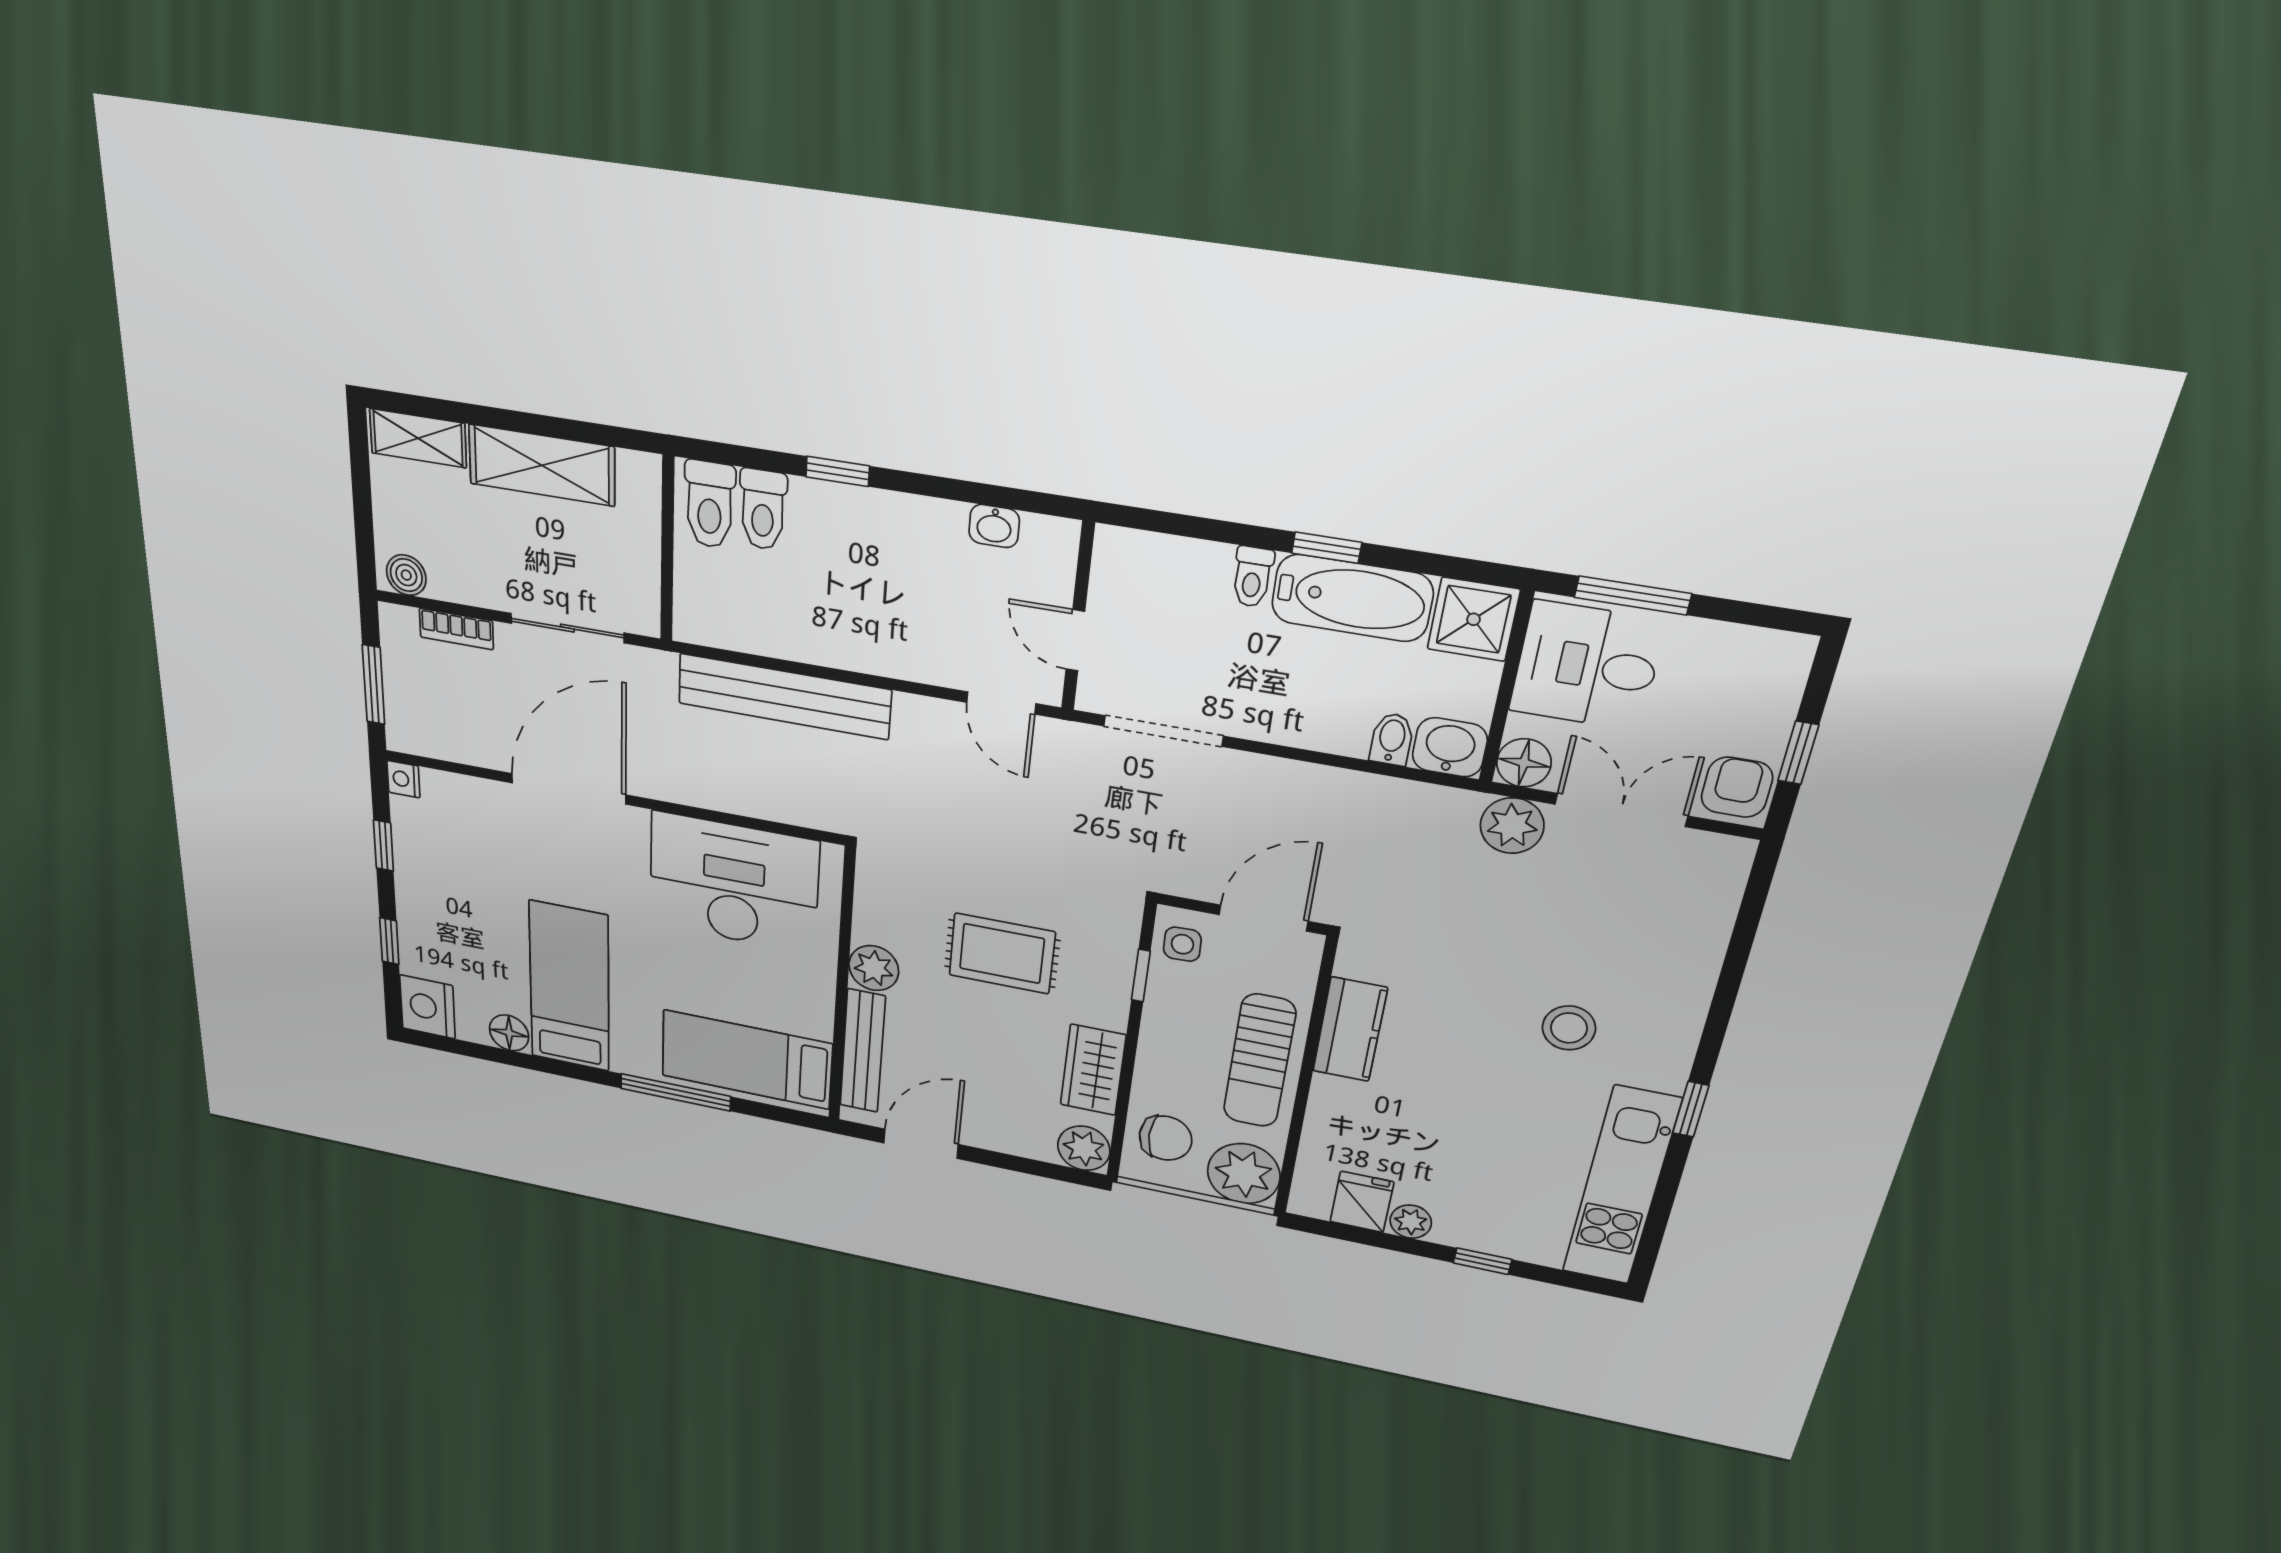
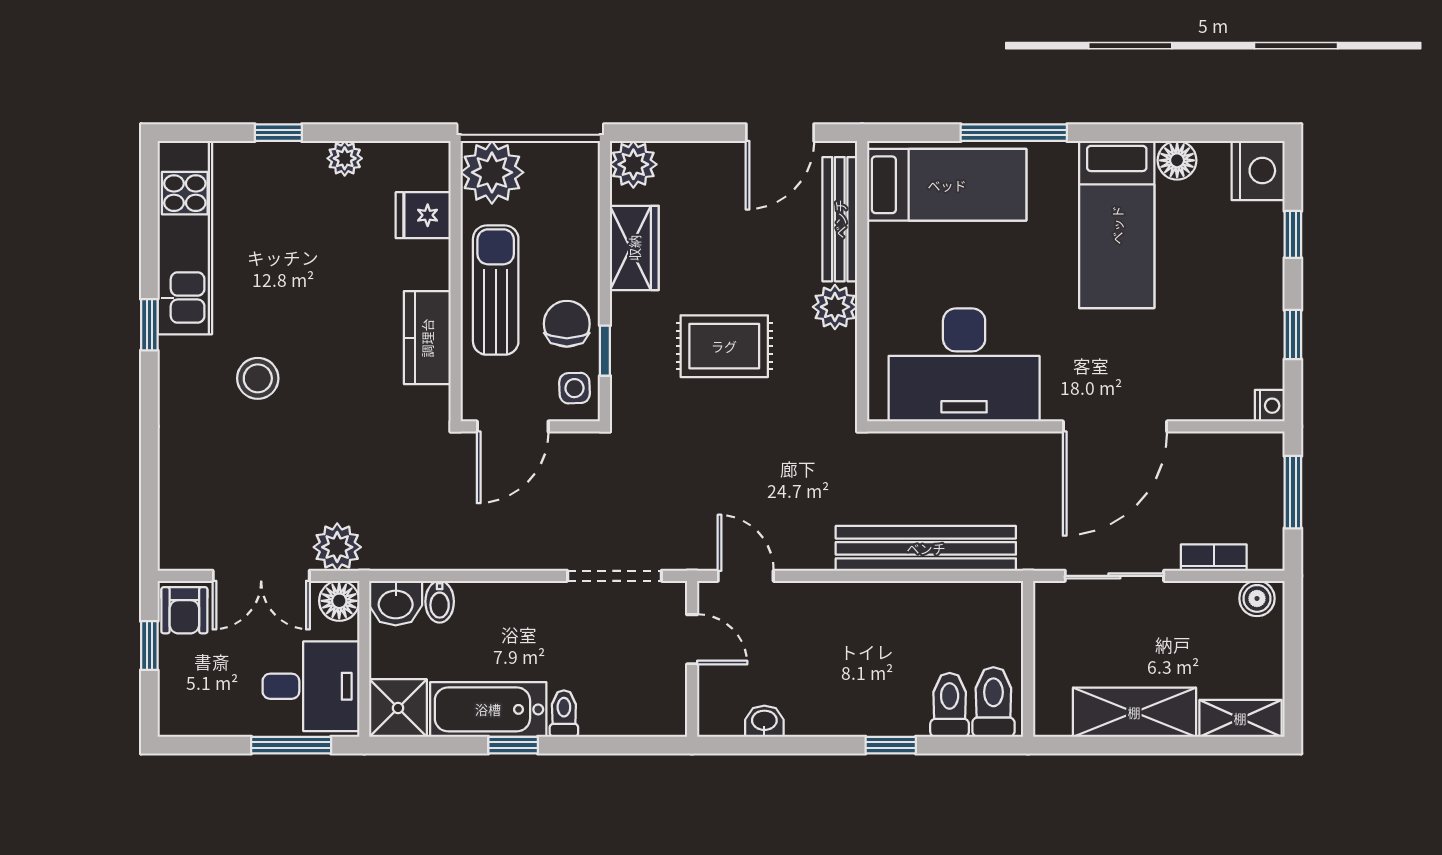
chair: (1166, 1138) -> (567, 324), moved, turned 90
fridge: (1362, 1202) -> (423, 215), moved, turned 90

